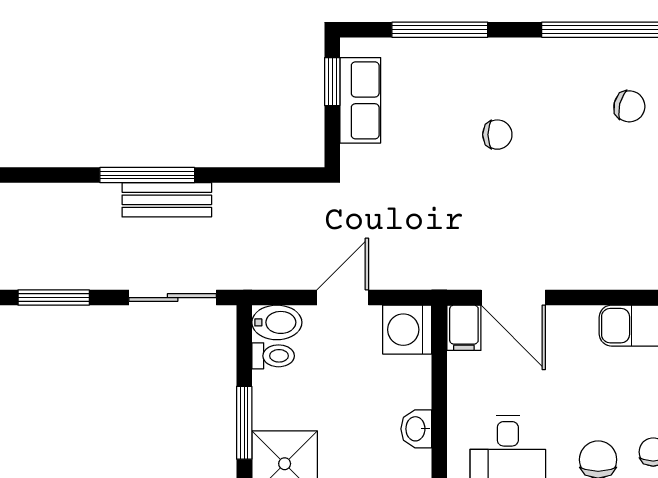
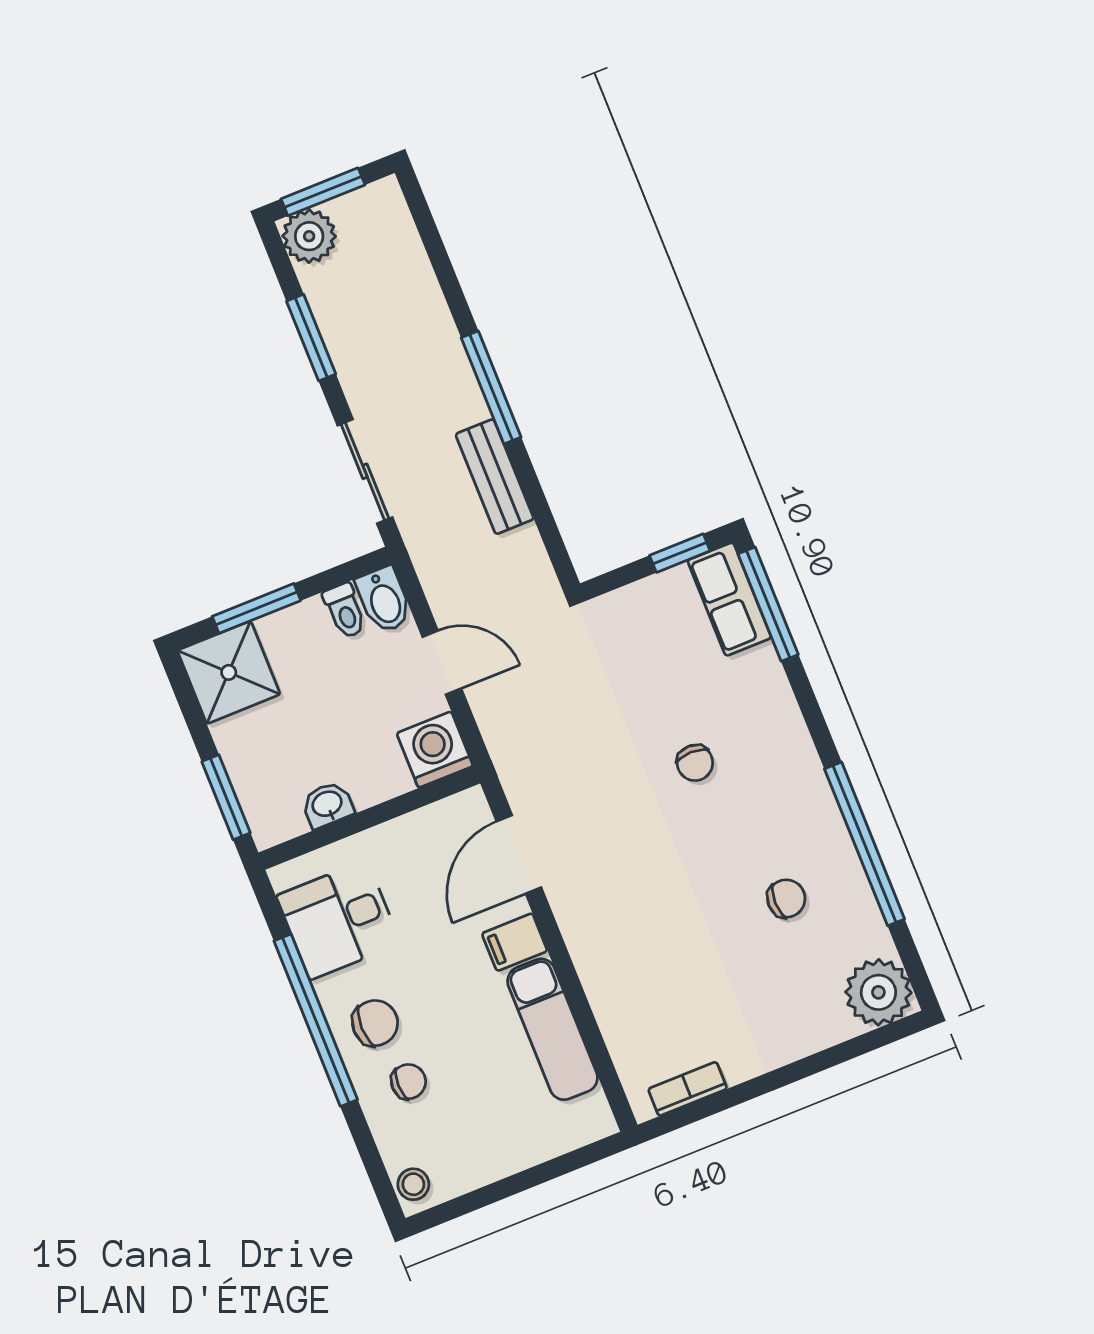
window: (440, 30) -> (768, 604), moved
row of seats: (360, 100) -> (729, 599), moved, turned 90
chair: (629, 106) -> (786, 899), turned -104
bench: (167, 200) -> (495, 477), moved
filing cabinet: (464, 328) -> (515, 942), moved

